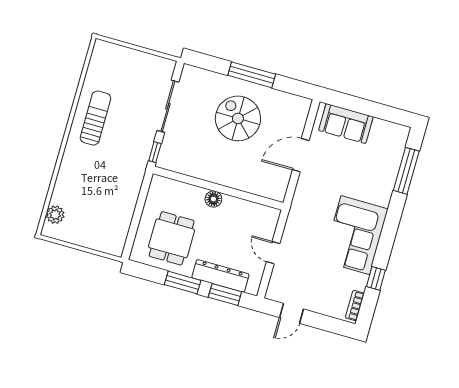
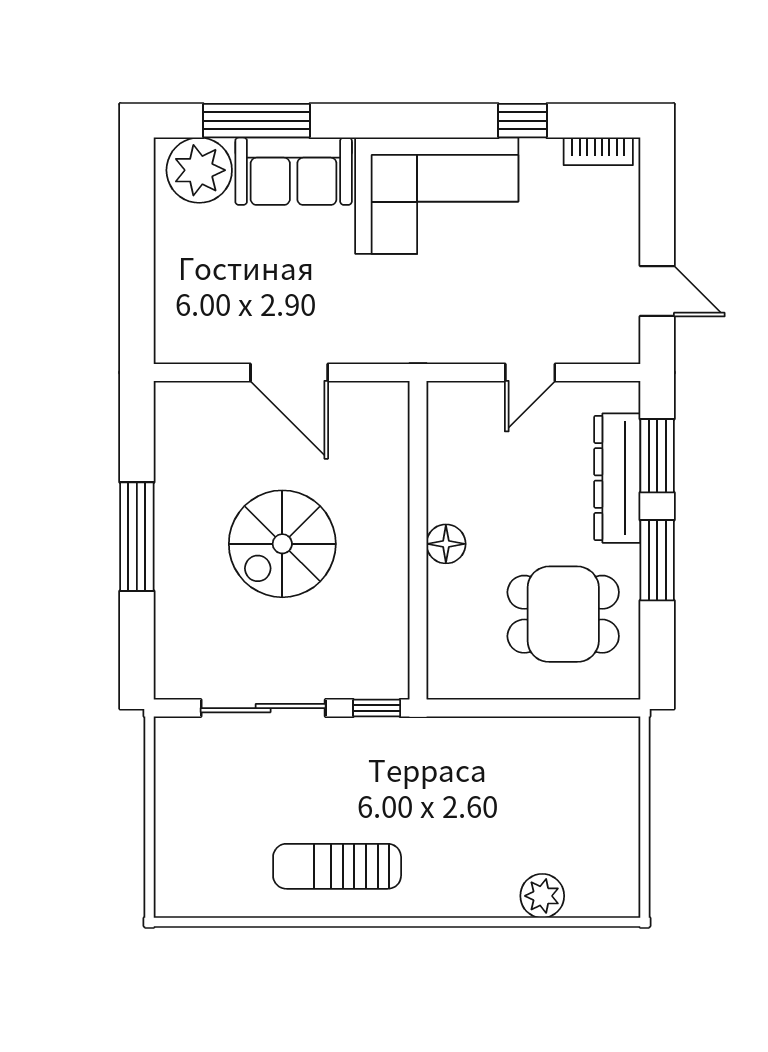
spiral stairs: (238, 118) -> (282, 544), moved
sofa: (346, 124) -> (294, 171), moved, turned 90
plant: (393, 142) -> (199, 170), added
plant: (55, 215) -> (542, 896), moved

